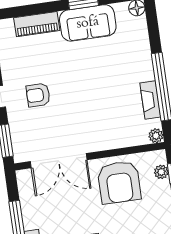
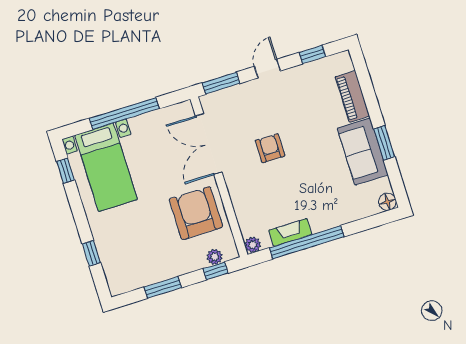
armchair: (38, 95) -> (270, 148), moved
armchair: (119, 182) -> (196, 213), turned 90

